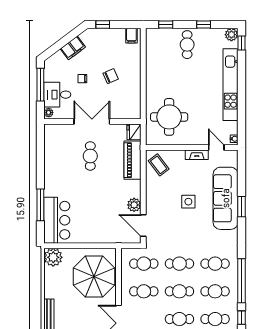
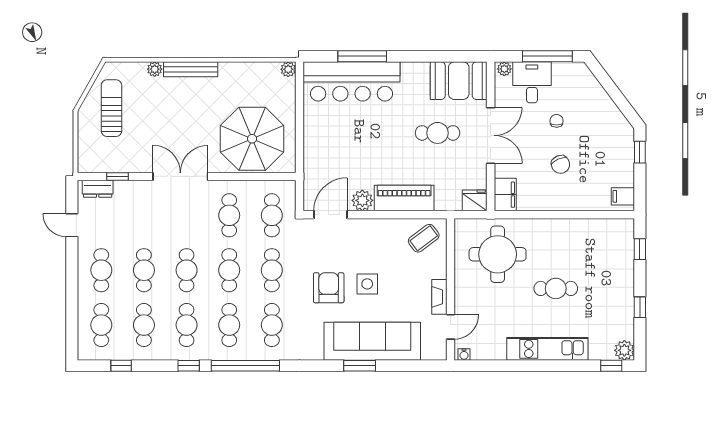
cafe table: (187, 45) -> (556, 288), moved
filing cabinet: (73, 48) -> (505, 195), moved, turned -143
kitchen unit: (231, 85) -> (547, 349), width x0.73
booth: (56, 142) -> (459, 81), added
piano: (133, 160) -> (404, 198), moved
bar counter: (57, 220) -> (352, 81), width x1.36
armchair: (191, 227) -> (329, 288), added
plant: (53, 257) -> (288, 69), width x0.53, depth x0.53

